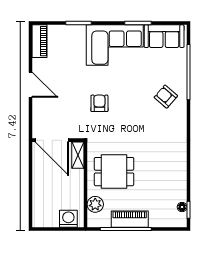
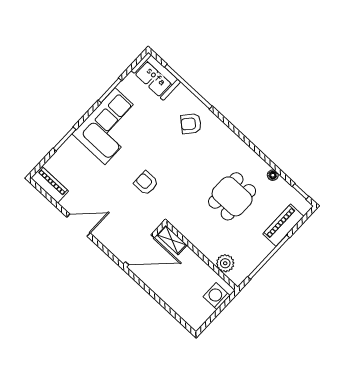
sofa: (164, 36) -> (156, 76), moved, turned 90
dining table: (114, 172) -> (232, 196), moved
floor lamp: (182, 207) -> (273, 175), moved
piano: (130, 219) -> (283, 225), moved

